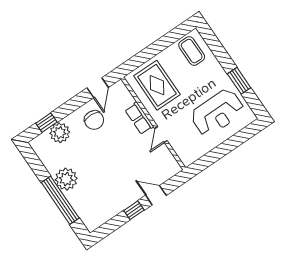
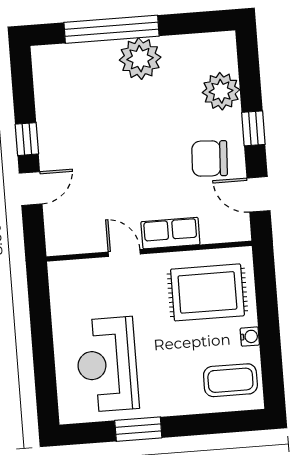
water cooler: (166, 54) -> (250, 337), added
window: (46, 123) -> (253, 128), moved

